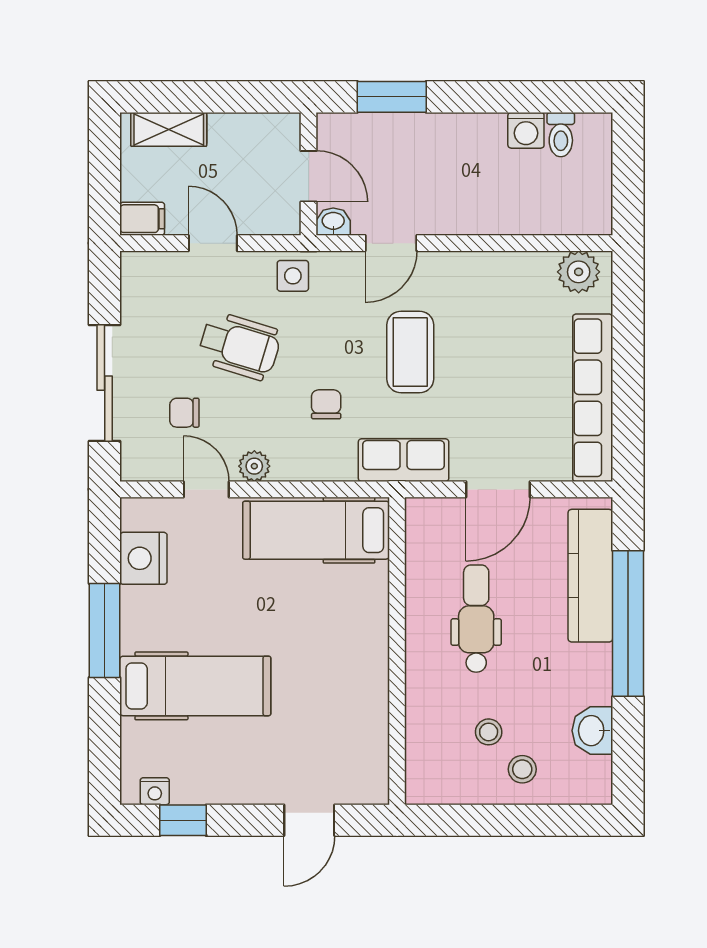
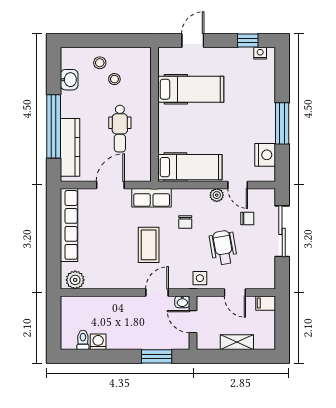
shelving: (169, 129) -> (237, 342), moved
wheelchair: (239, 346) -> (223, 248), turned 63
hospital bed: (195, 686) -> (191, 89), moved, turned 180

